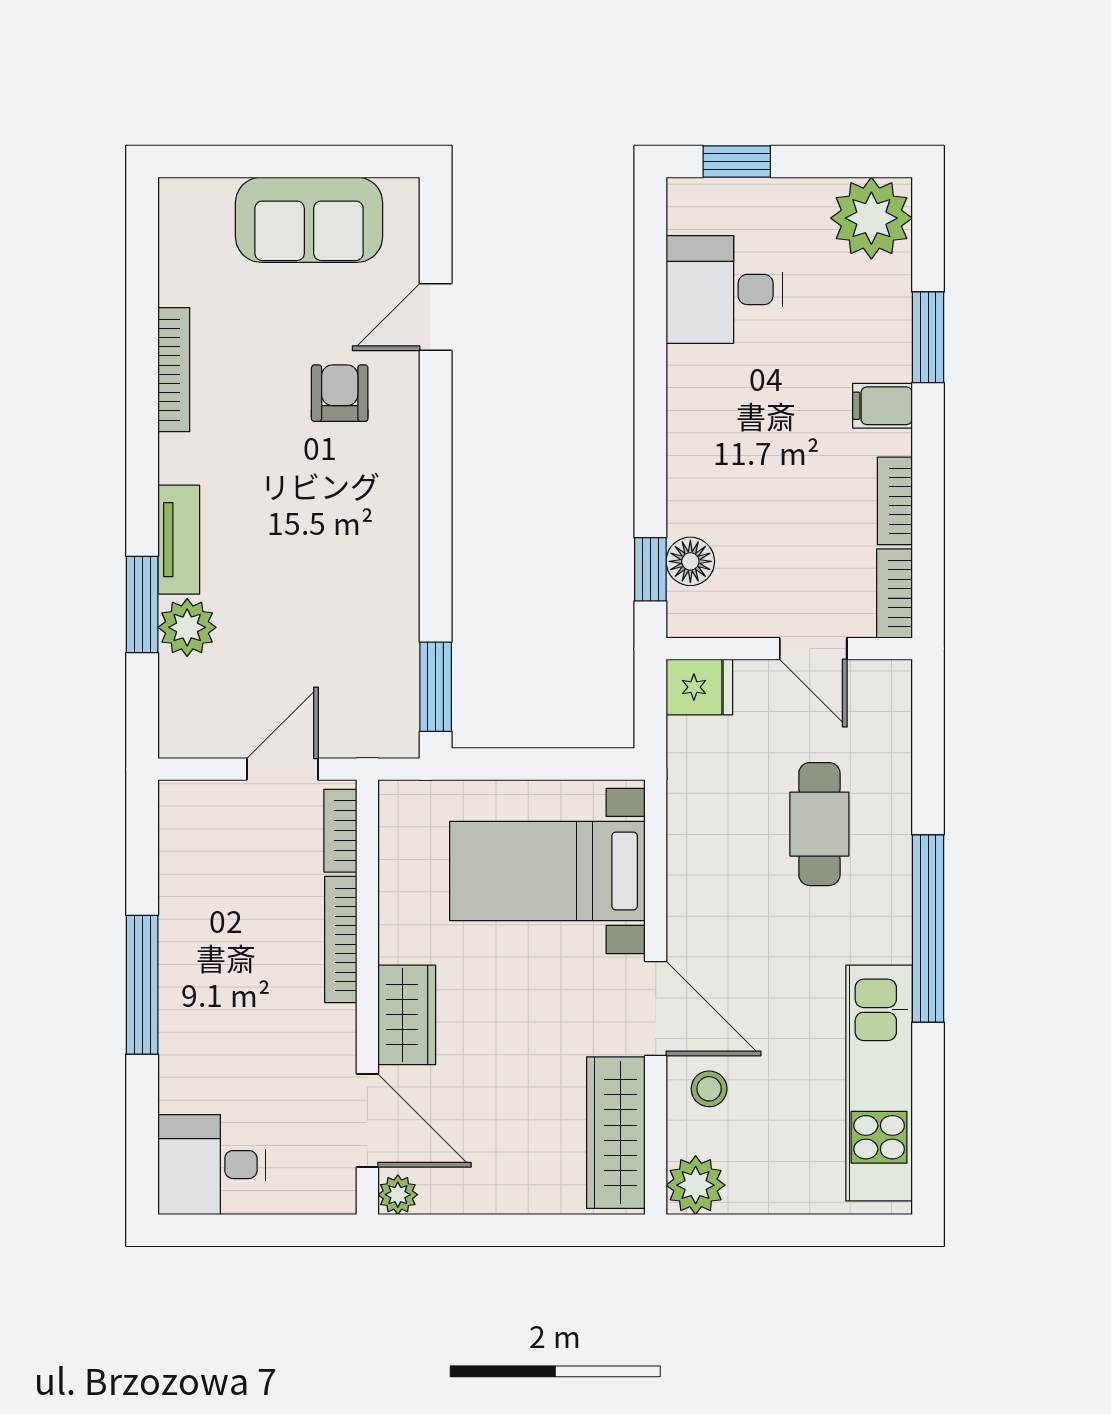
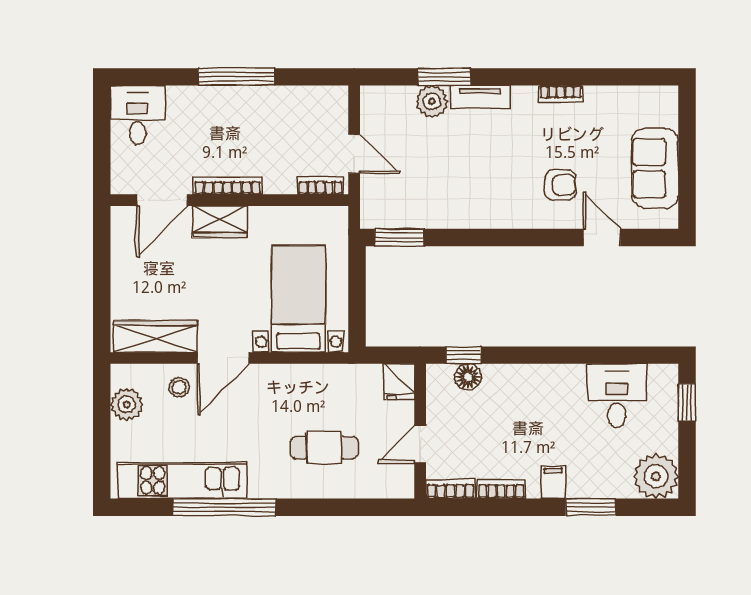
bookcase: (174, 370) -> (561, 94), width x0.64
window: (928, 929) -> (224, 507), moved
bookcase: (341, 939) -> (228, 186), moved
plant: (696, 1185) -> (127, 404), moved
plant: (398, 1195) -> (121, 217), removed

